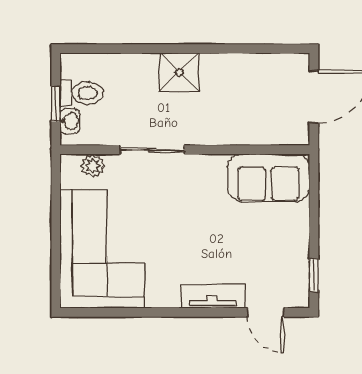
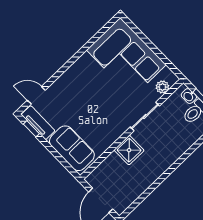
shower: (179, 72) -> (129, 150), moved
sofa: (268, 178) -> (72, 148), moved, turned 90
tv unit: (213, 296) -> (38, 123), moved, turned -90

